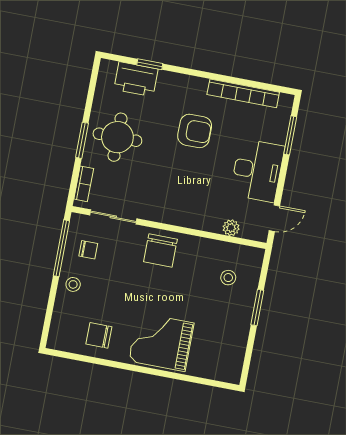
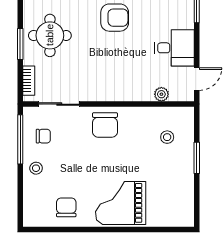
desk: (257, 170) -> (174, 48), width x0.73
chair: (99, 335) -> (66, 207), turned 90

